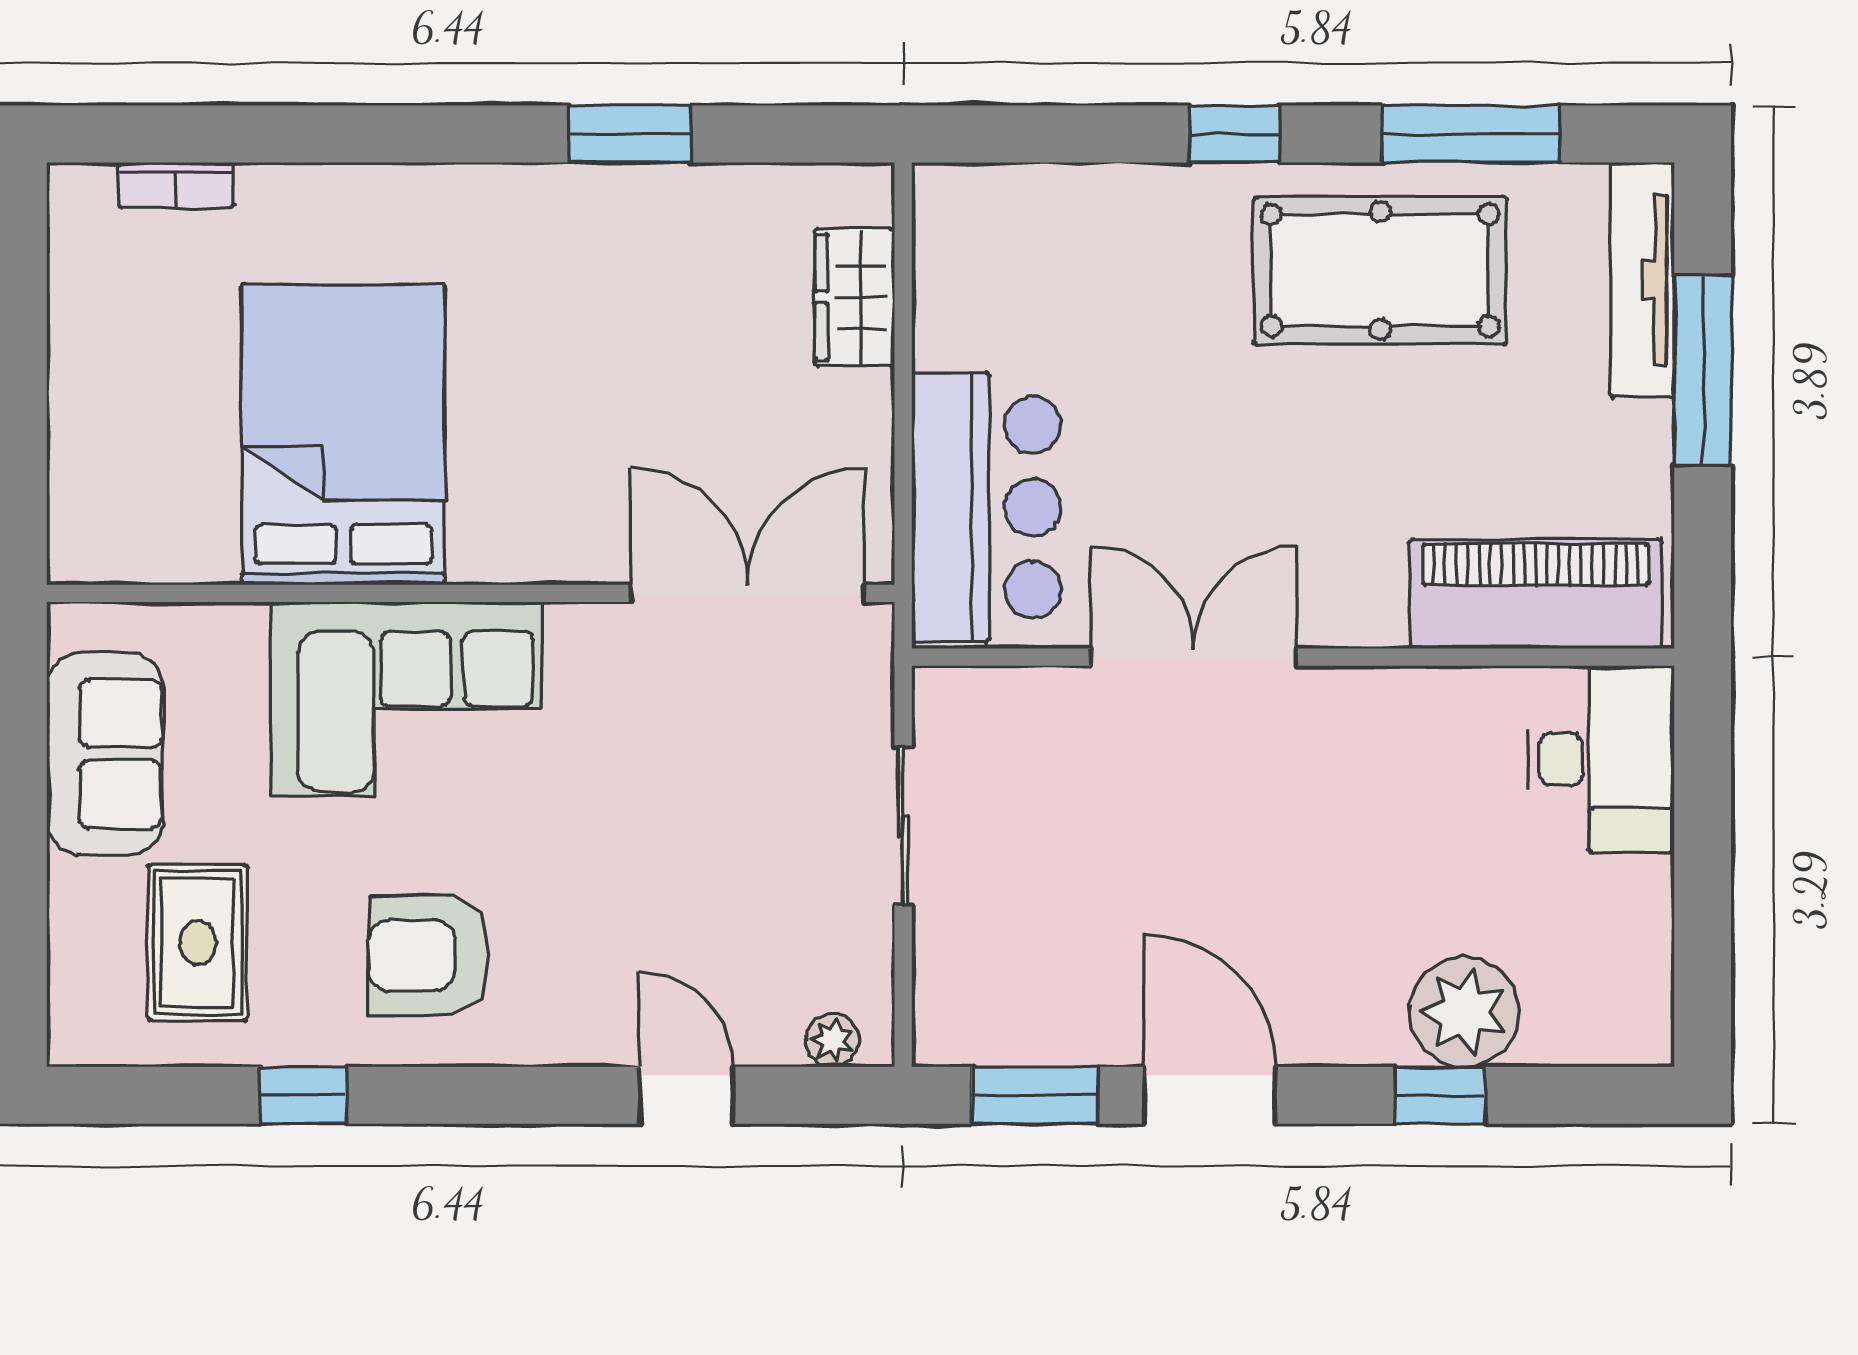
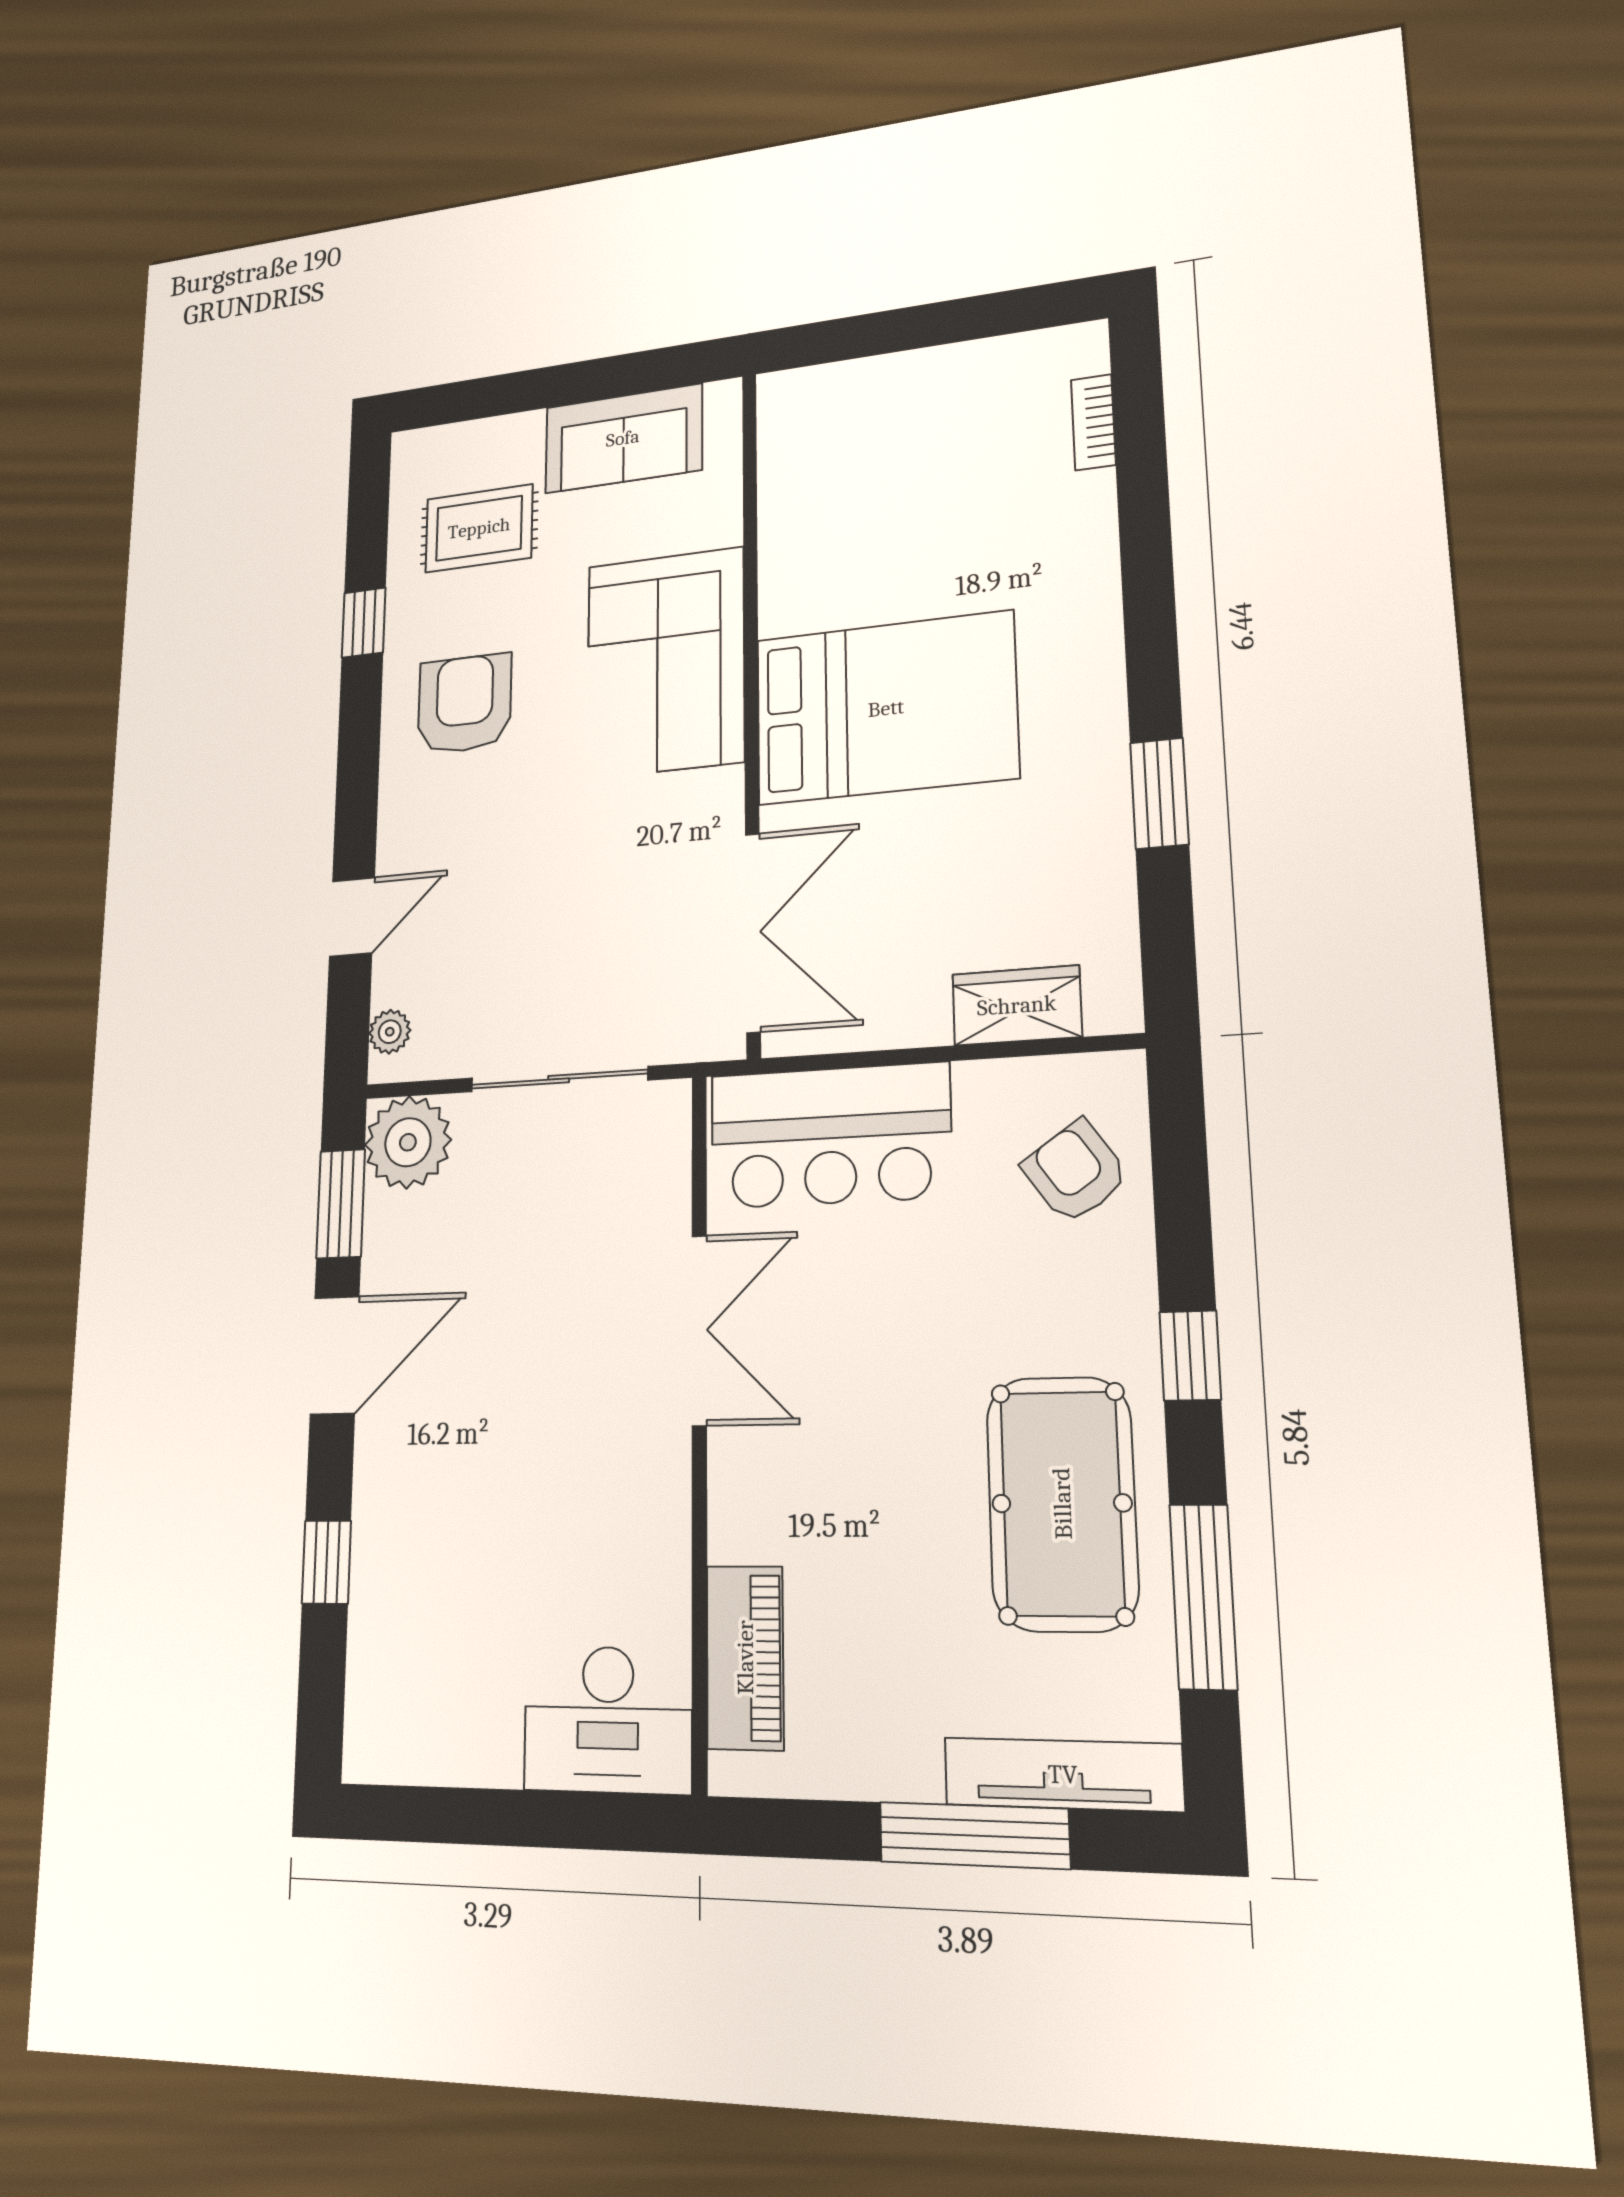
armchair: (1039, 242) -> (1075, 1172), added
bed: (343, 435) -> (886, 708), moved
piano: (1536, 594) -> (745, 1657), width x0.73, depth x0.75
sliding door: (903, 826) -> (559, 1079), width x1.37
plant: (1464, 1012) -> (408, 1142), moved

